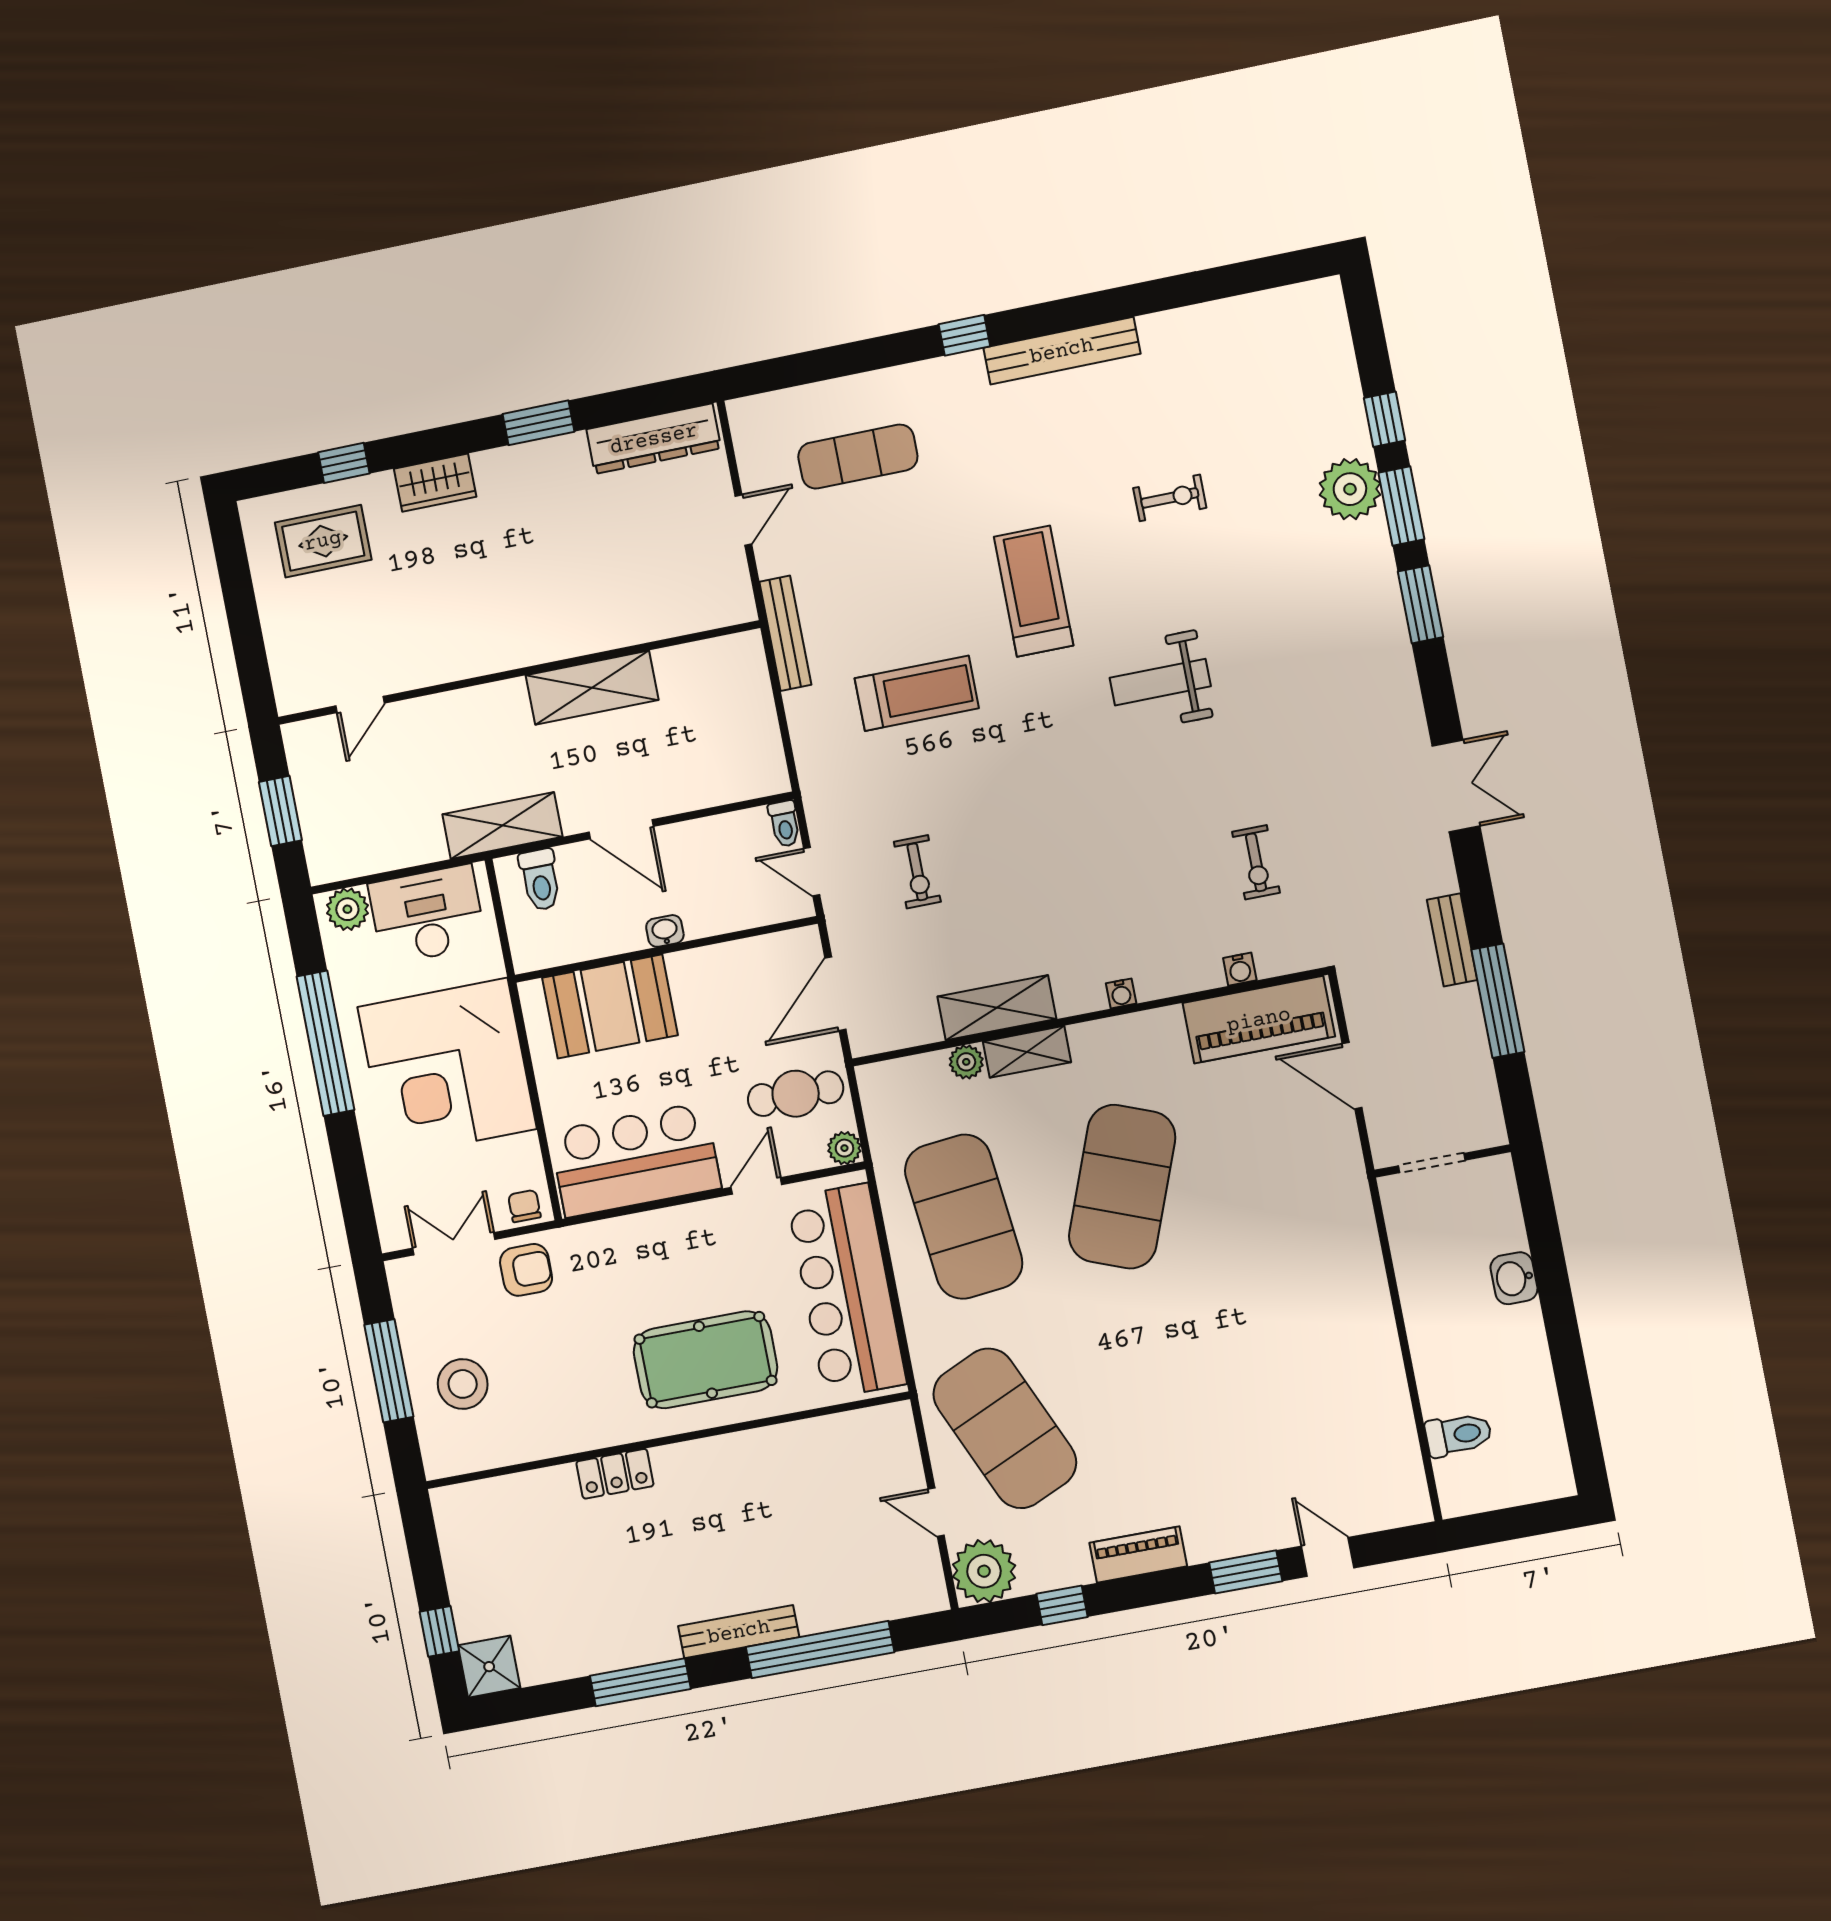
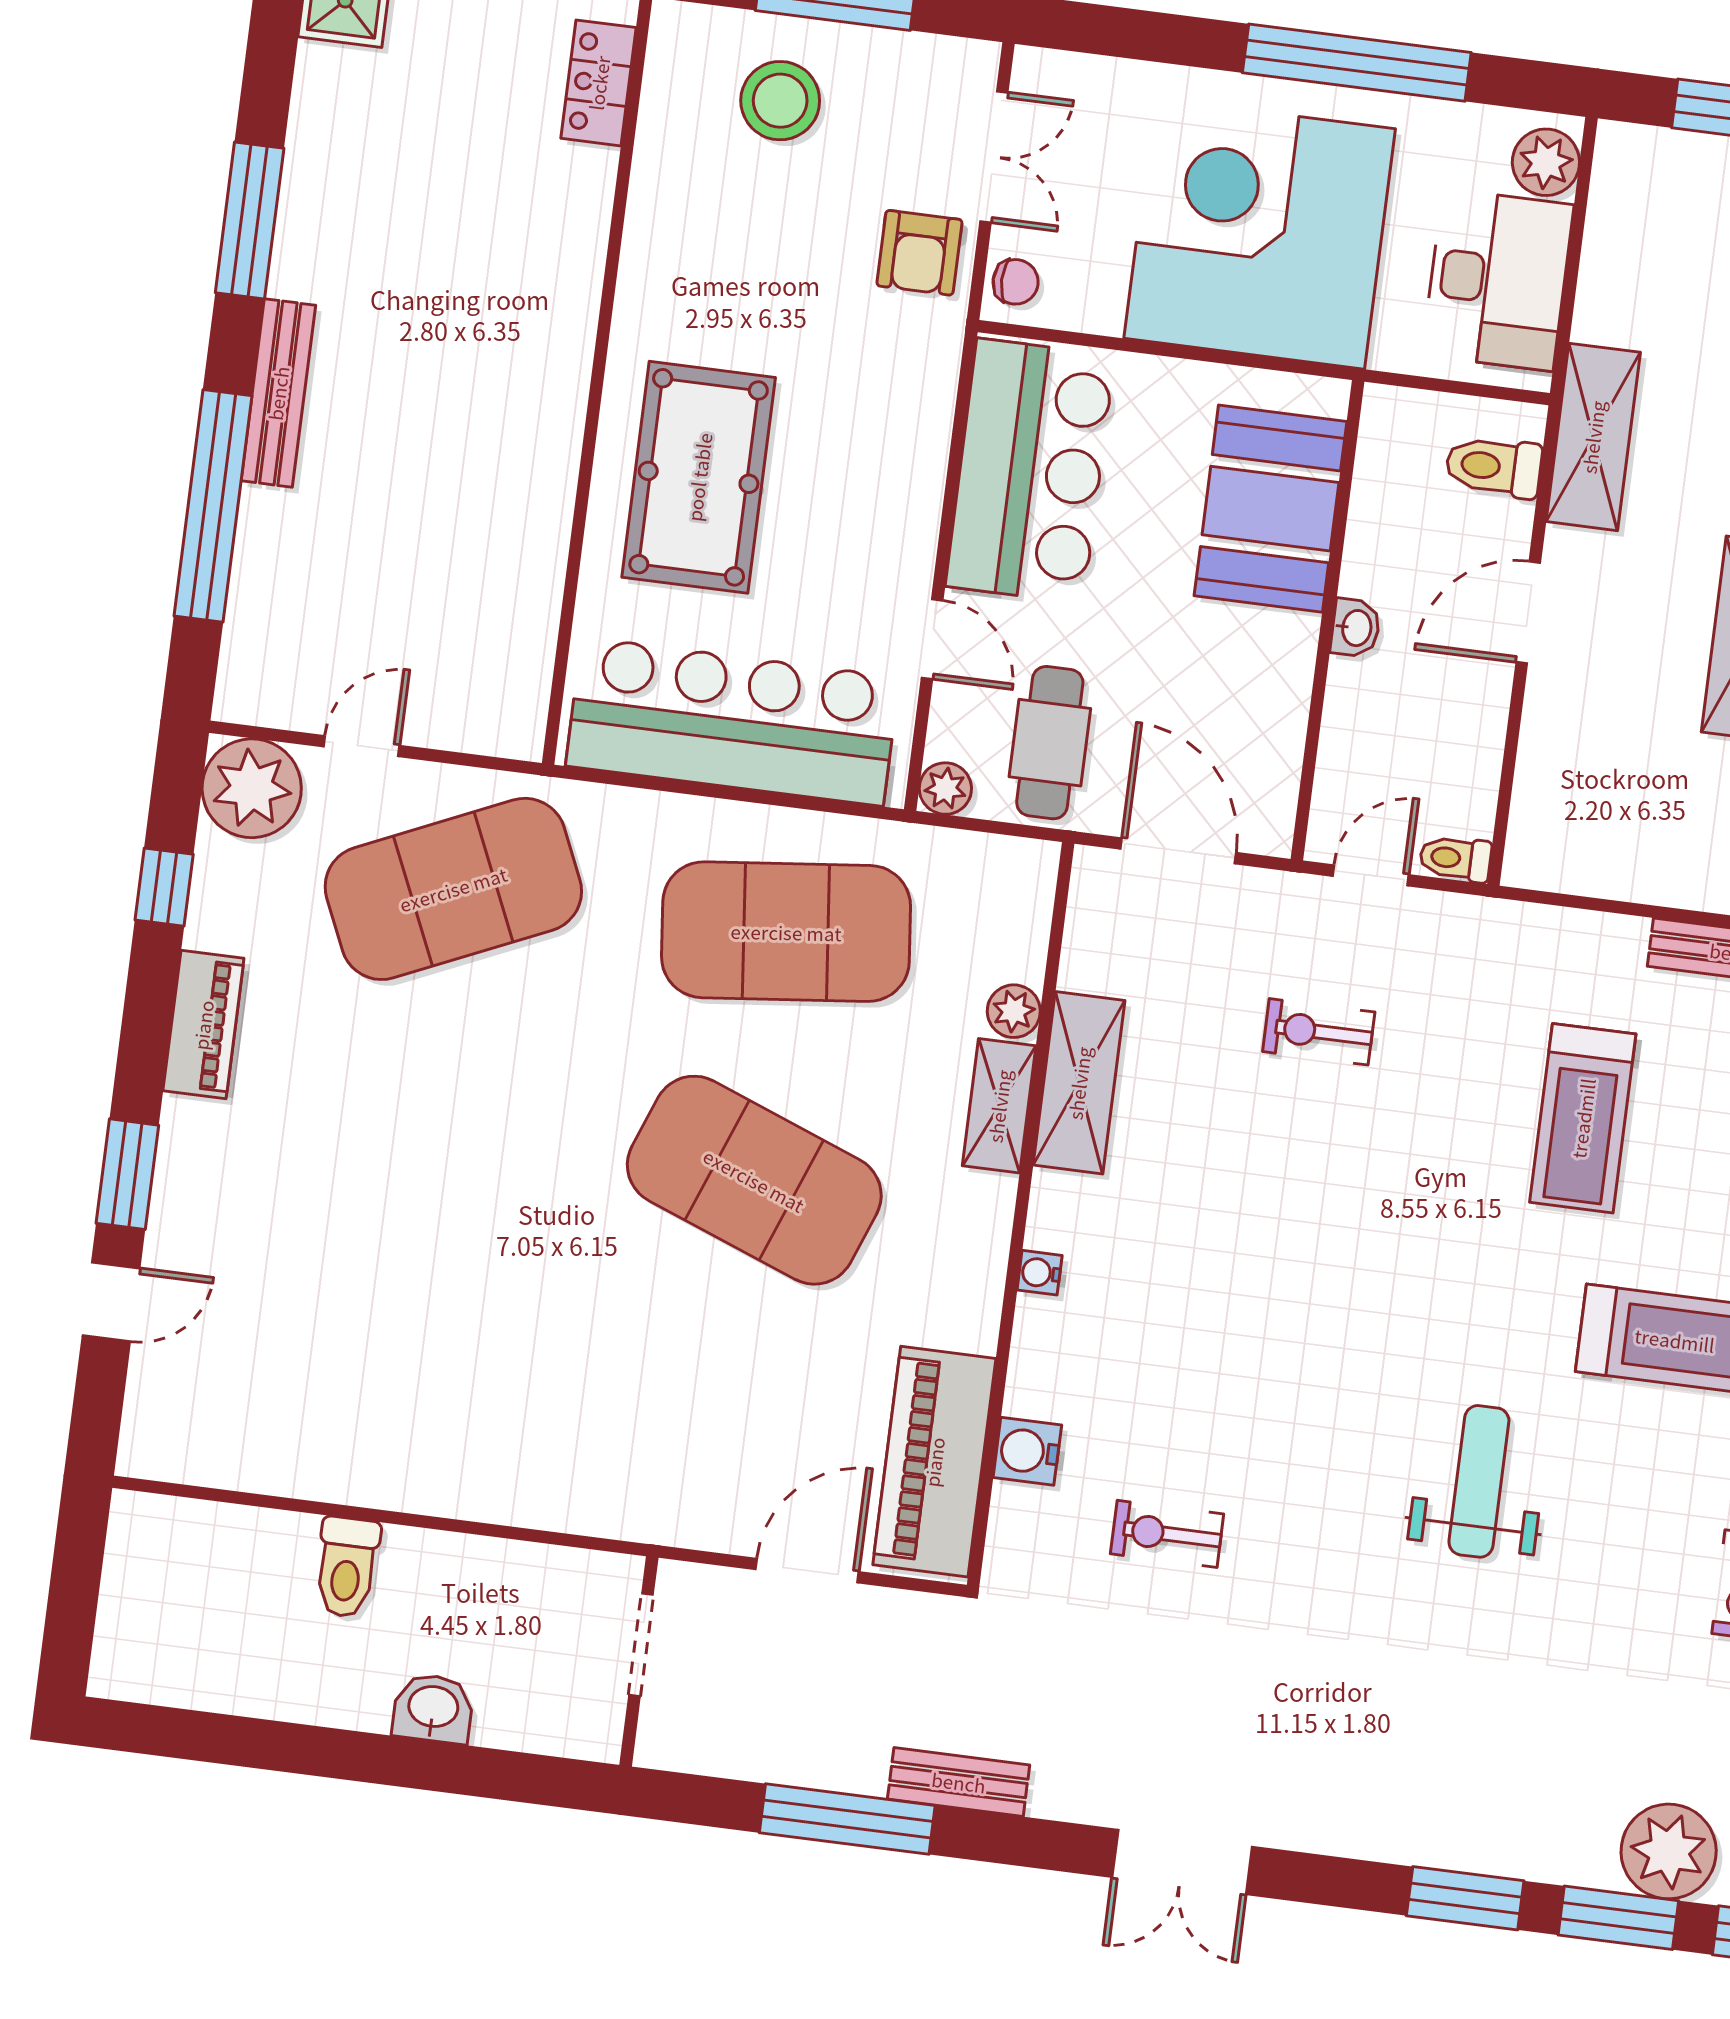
water cooler: (1240, 969) -> (1027, 1451), width x1.38, depth x1.38
toilet: (1458, 1435) -> (347, 1567), moved
locker: (615, 1474) -> (599, 83), moved

